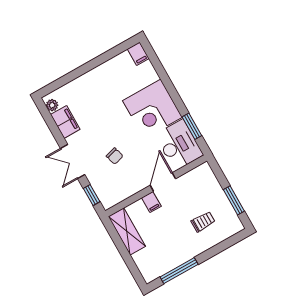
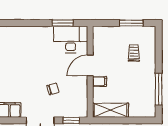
corner desk: (152, 109) -> (35, 44), removed
door: (163, 182) -> (90, 65), hinge flipped

